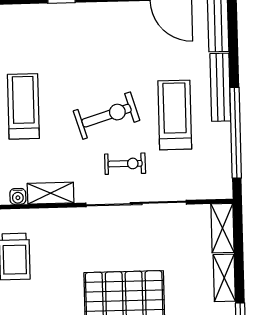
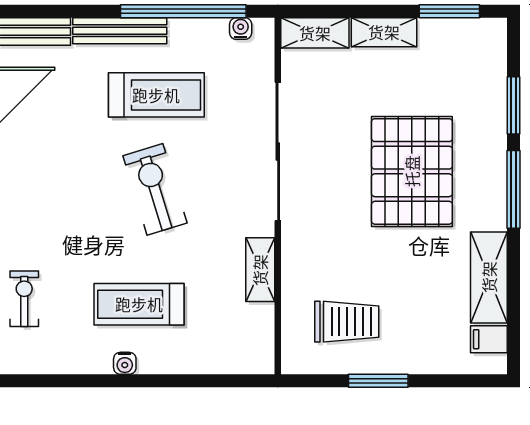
treadmill: (175, 115) -> (156, 95), turned 180
exercise bike: (125, 164) -> (24, 299), moved
water cooler: (18, 196) -> (241, 29), moved, turned -90

